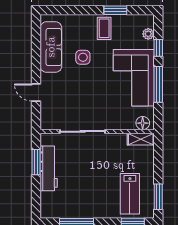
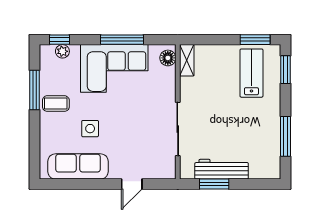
window: (115, 10) -> (35, 90), width x1.44
window: (158, 48) -> (59, 40), moved
lab bench: (130, 194) -> (251, 73), turned -90

